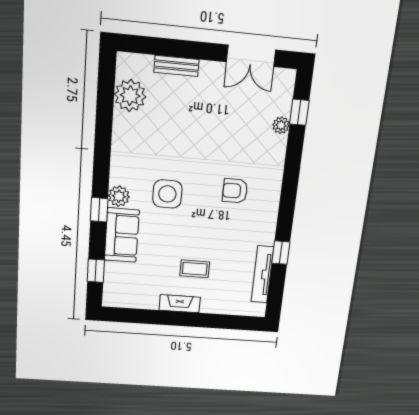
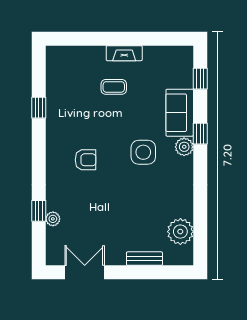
window: (299, 112) -> (39, 211), moved
tv unit: (262, 274) -> (53, 86), removed

